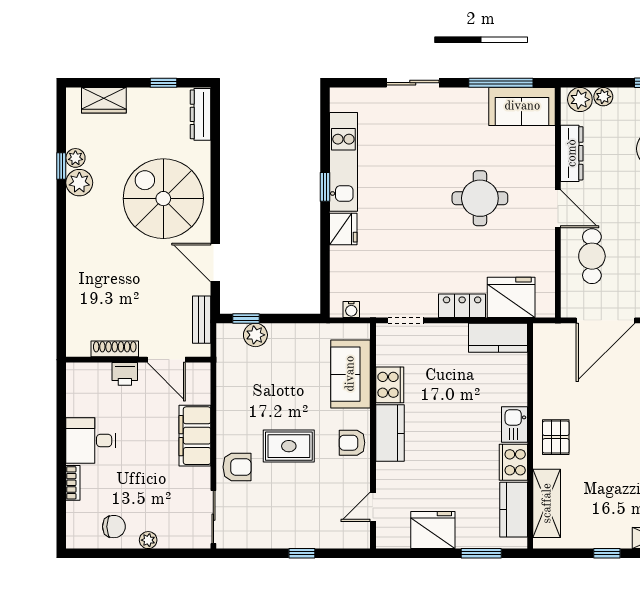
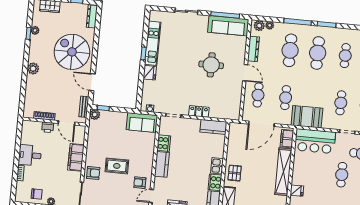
sofa: (522, 106) -> (228, 26), width x1.36
plant: (79, 183) -> (33, 69), moved
fridge: (511, 297) -> (221, 110), removed
plant: (255, 335) -> (95, 115), moved
sofa: (350, 374) -> (142, 122), moved, turned -90
armchair: (352, 443) -> (140, 183), moved

